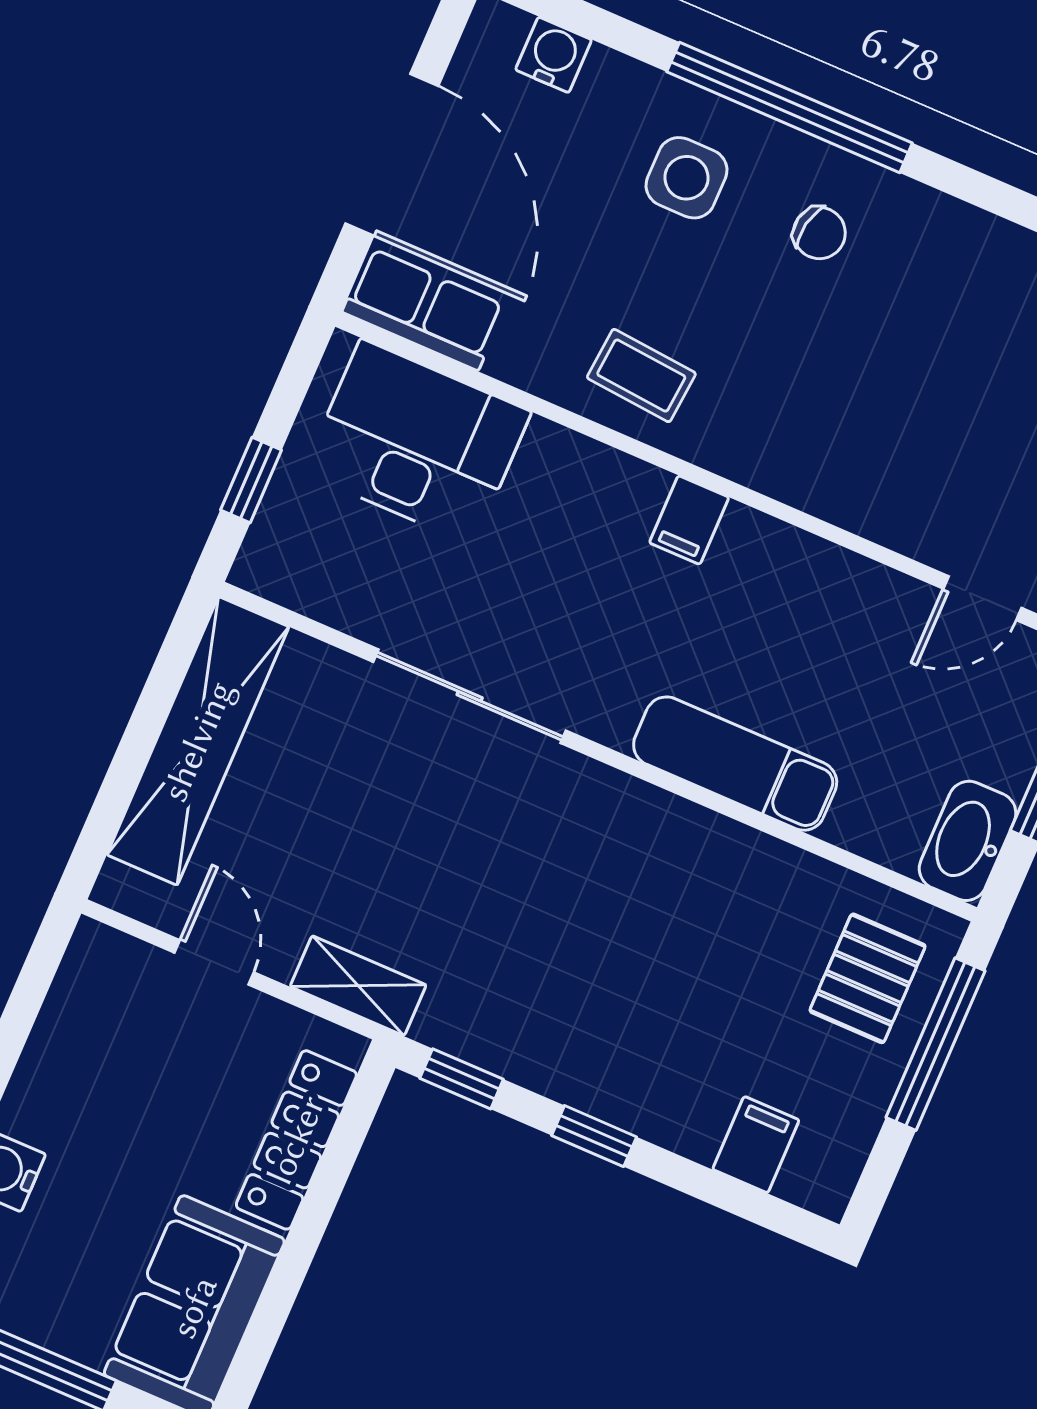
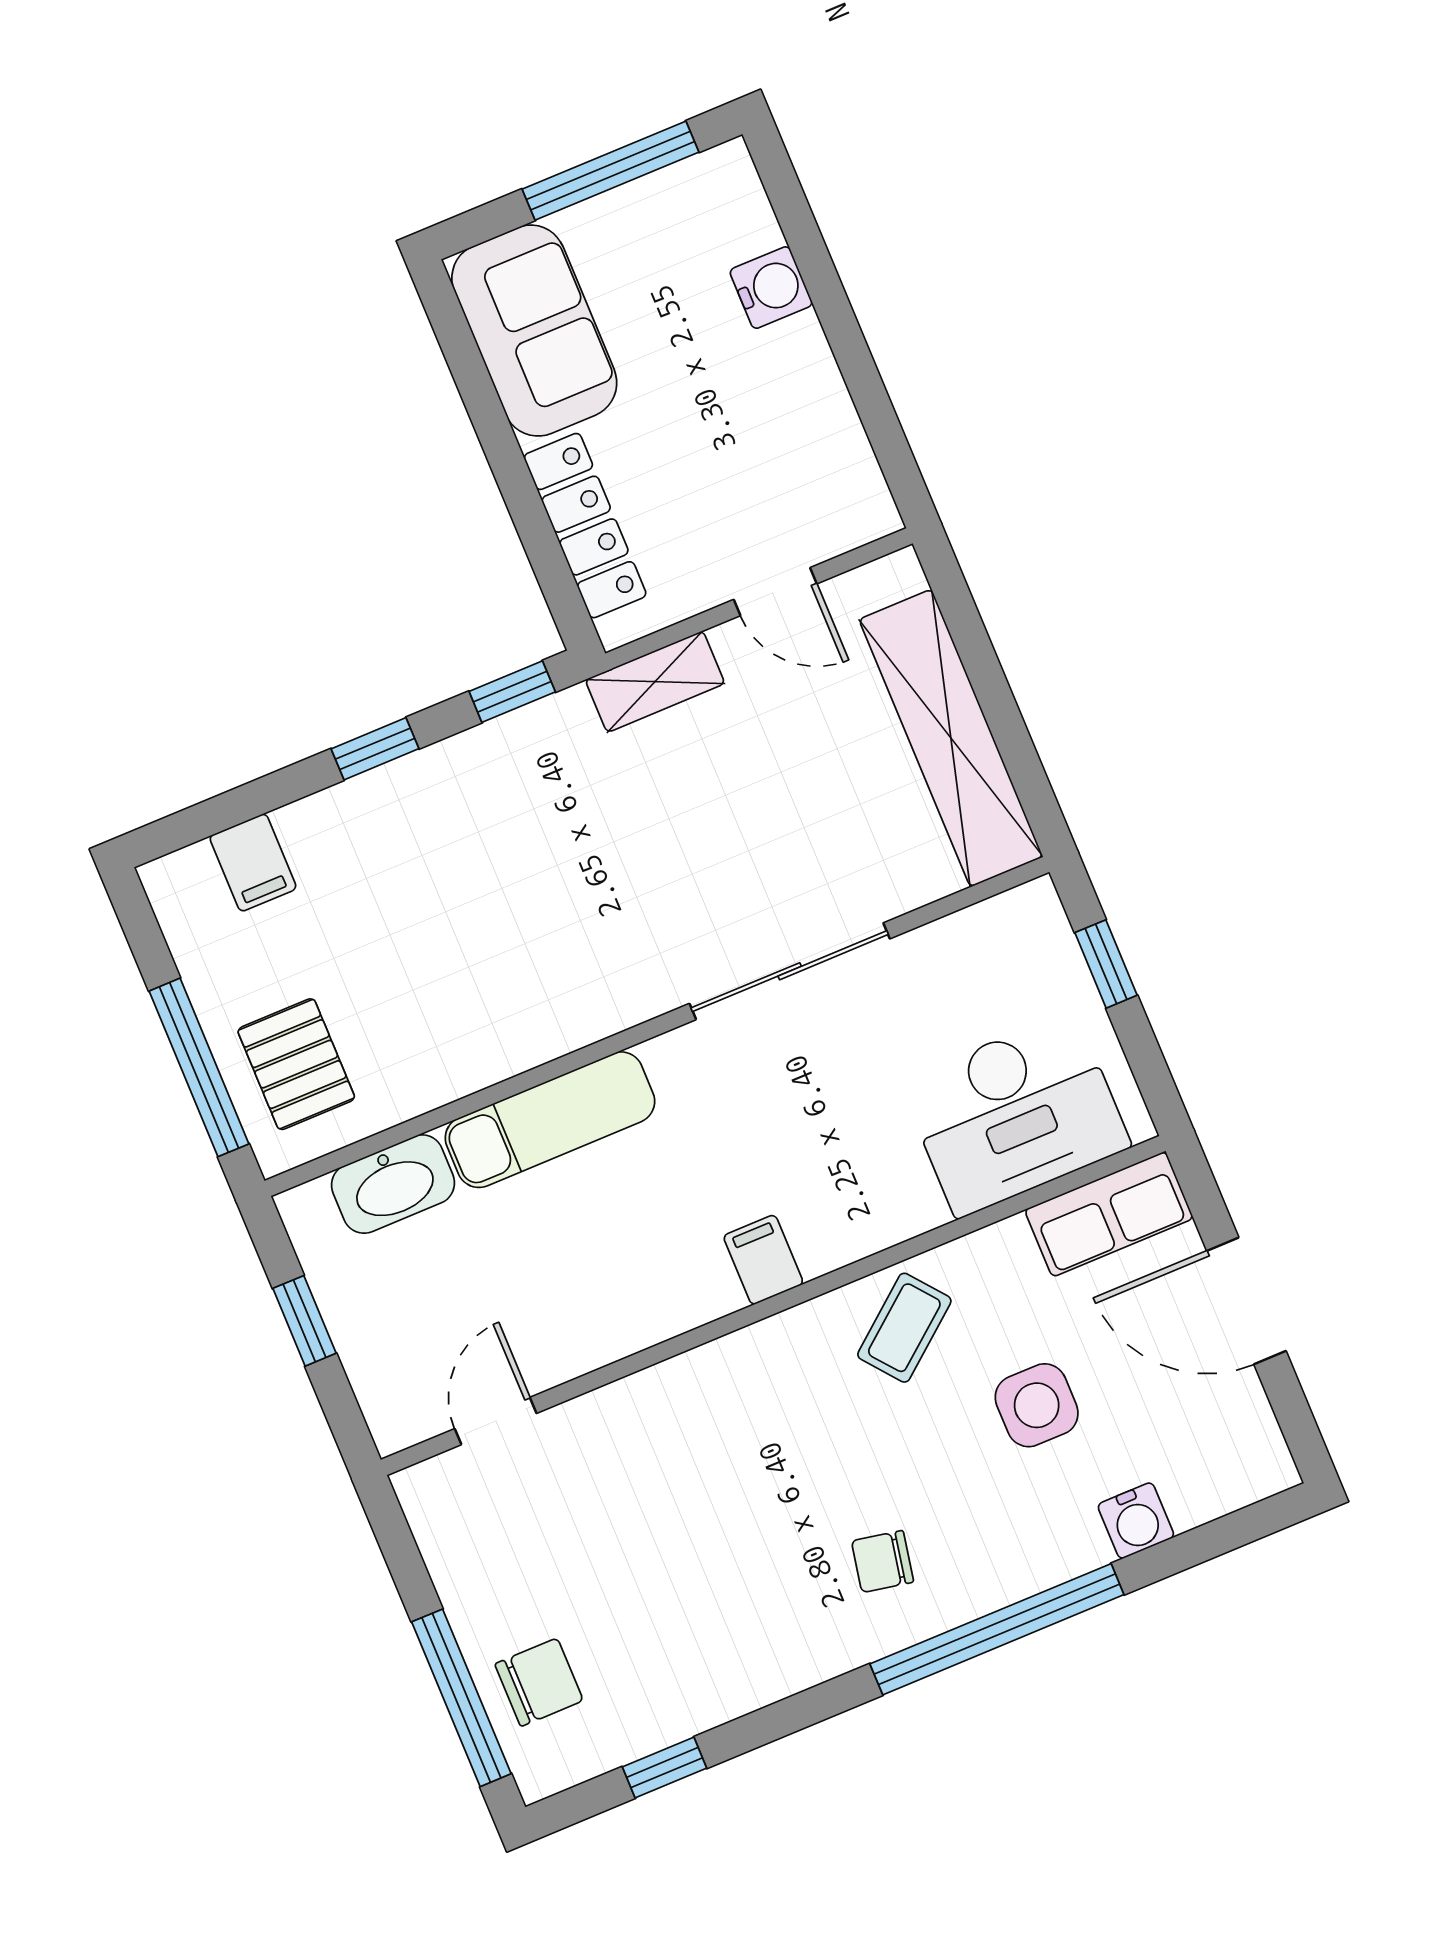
water cooler: (554, 55) -> (1136, 1521), moved
door: (392, 155) -> (1246, 1301), width x0.73
side table: (687, 178) -> (1037, 1405), moved
coffee table: (641, 376) -> (904, 1328), turned -44
washbasin: (968, 841) -> (393, 1184), moved, turned 90

